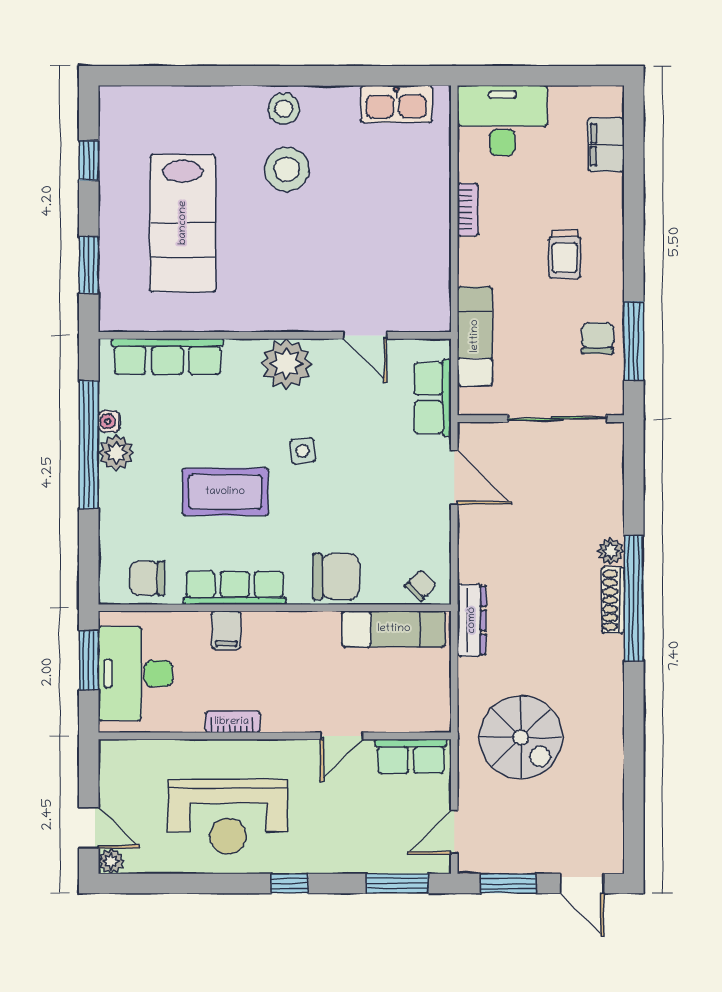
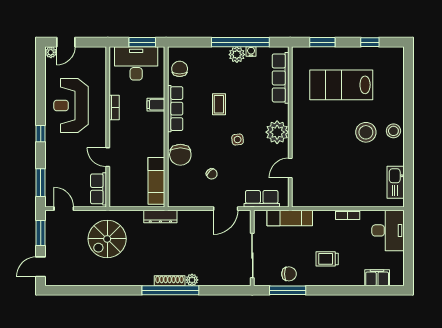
coffee table: (225, 492) -> (219, 104), width x0.54, depth x0.58
chair: (421, 585) -> (212, 174), moved

